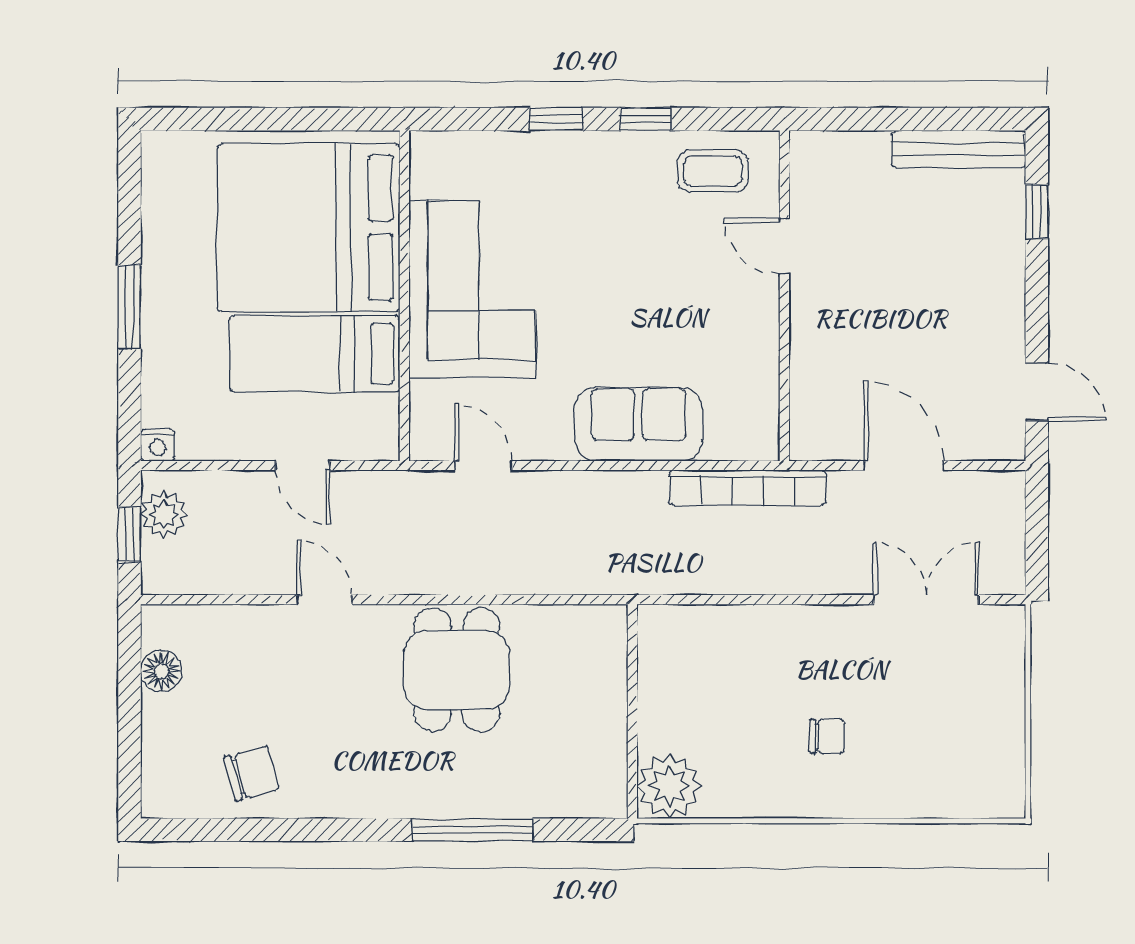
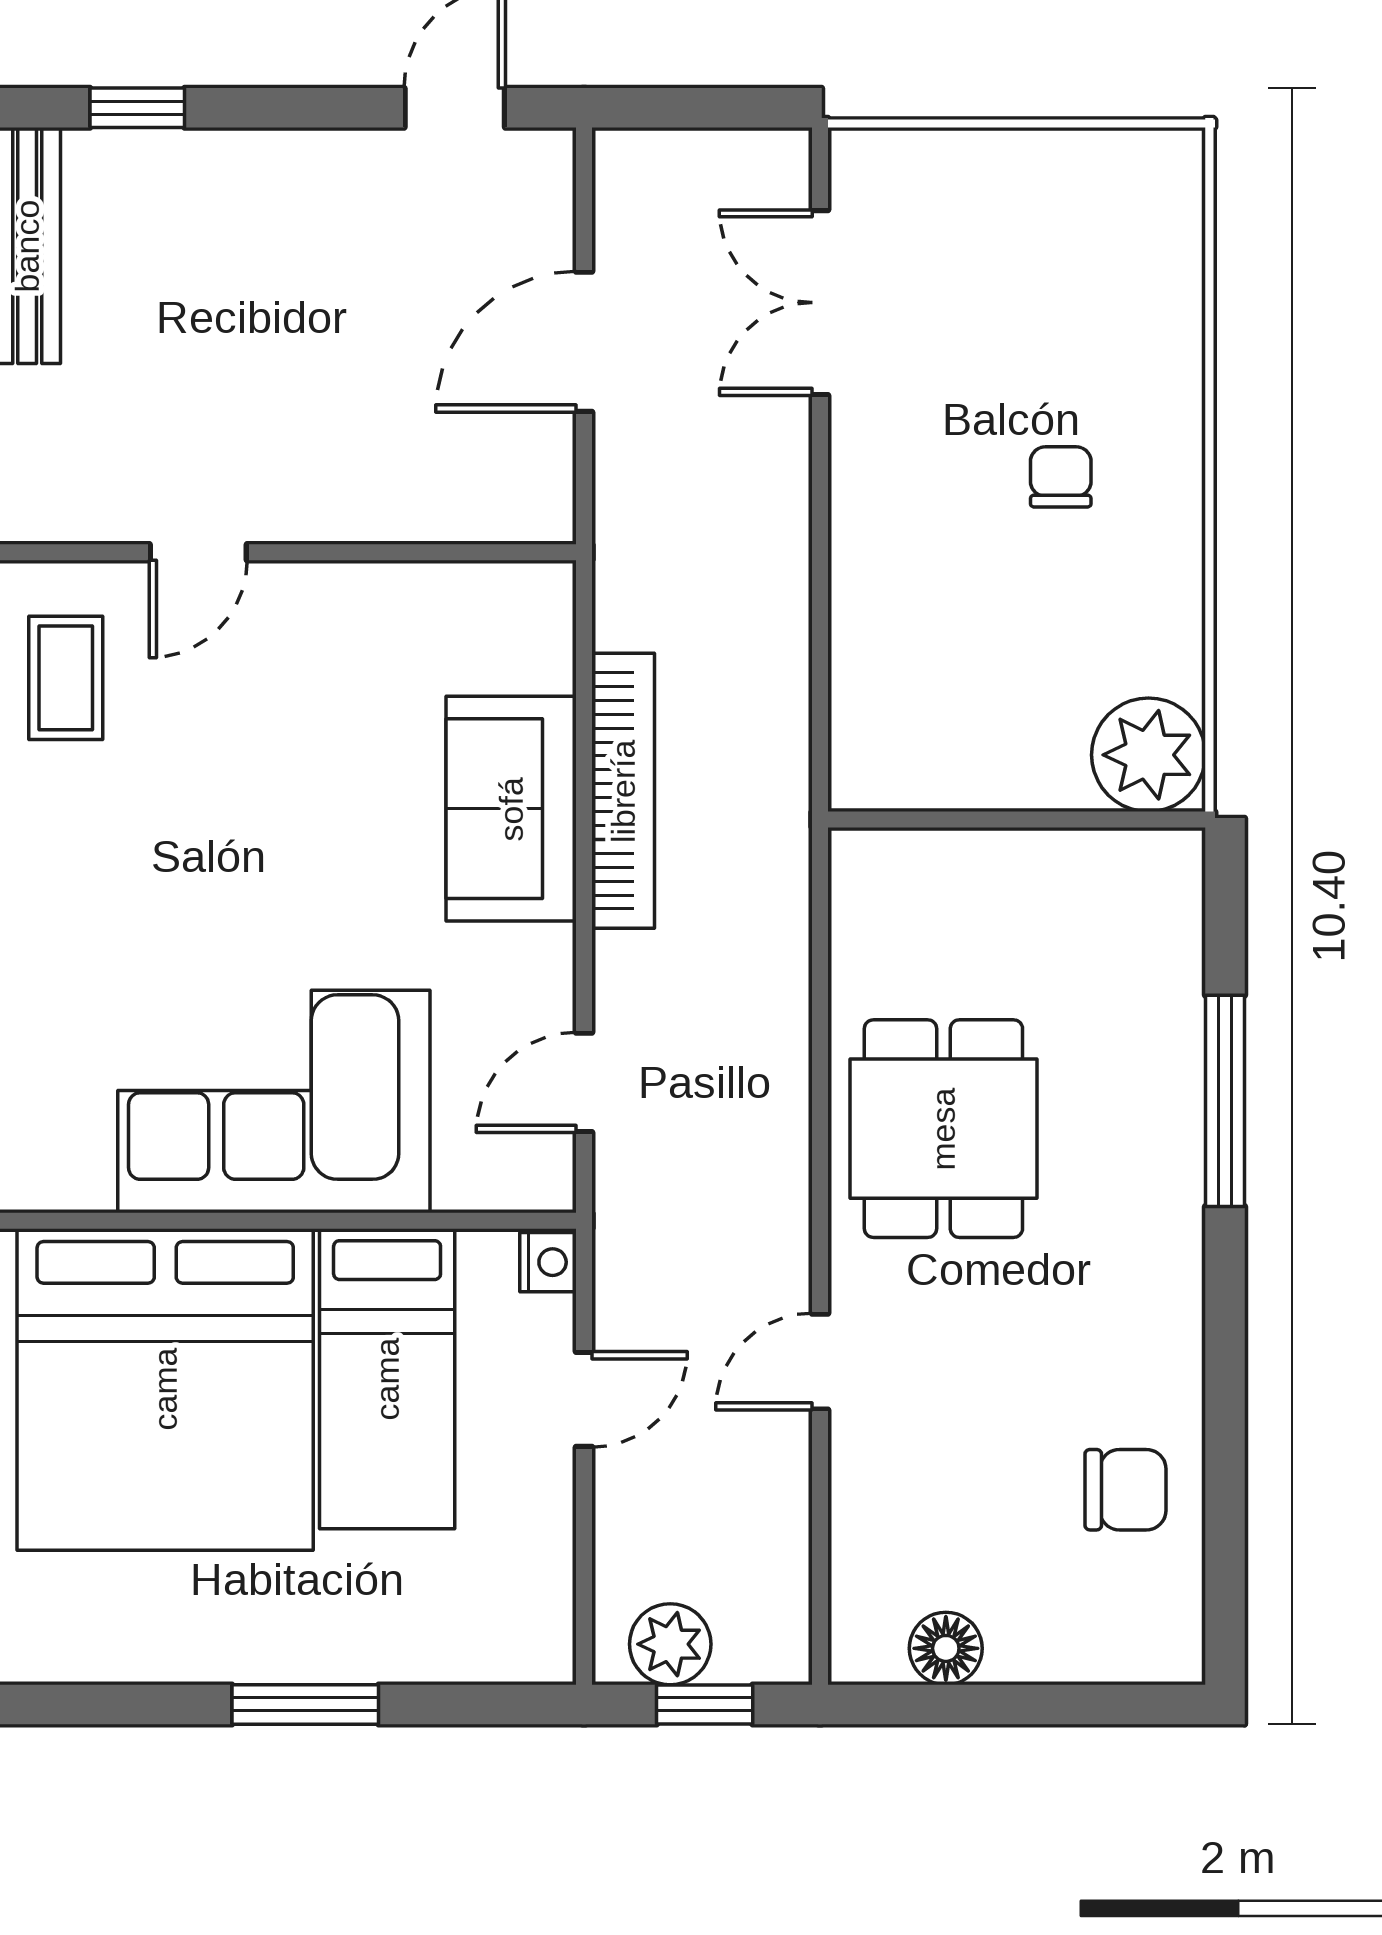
nightstand: (158, 445) -> (548, 1262), moved
bookcase: (747, 488) -> (623, 791), moved
dining table: (457, 670) -> (943, 1129), turned 90
chair: (252, 773) -> (1126, 1490), turned 105

